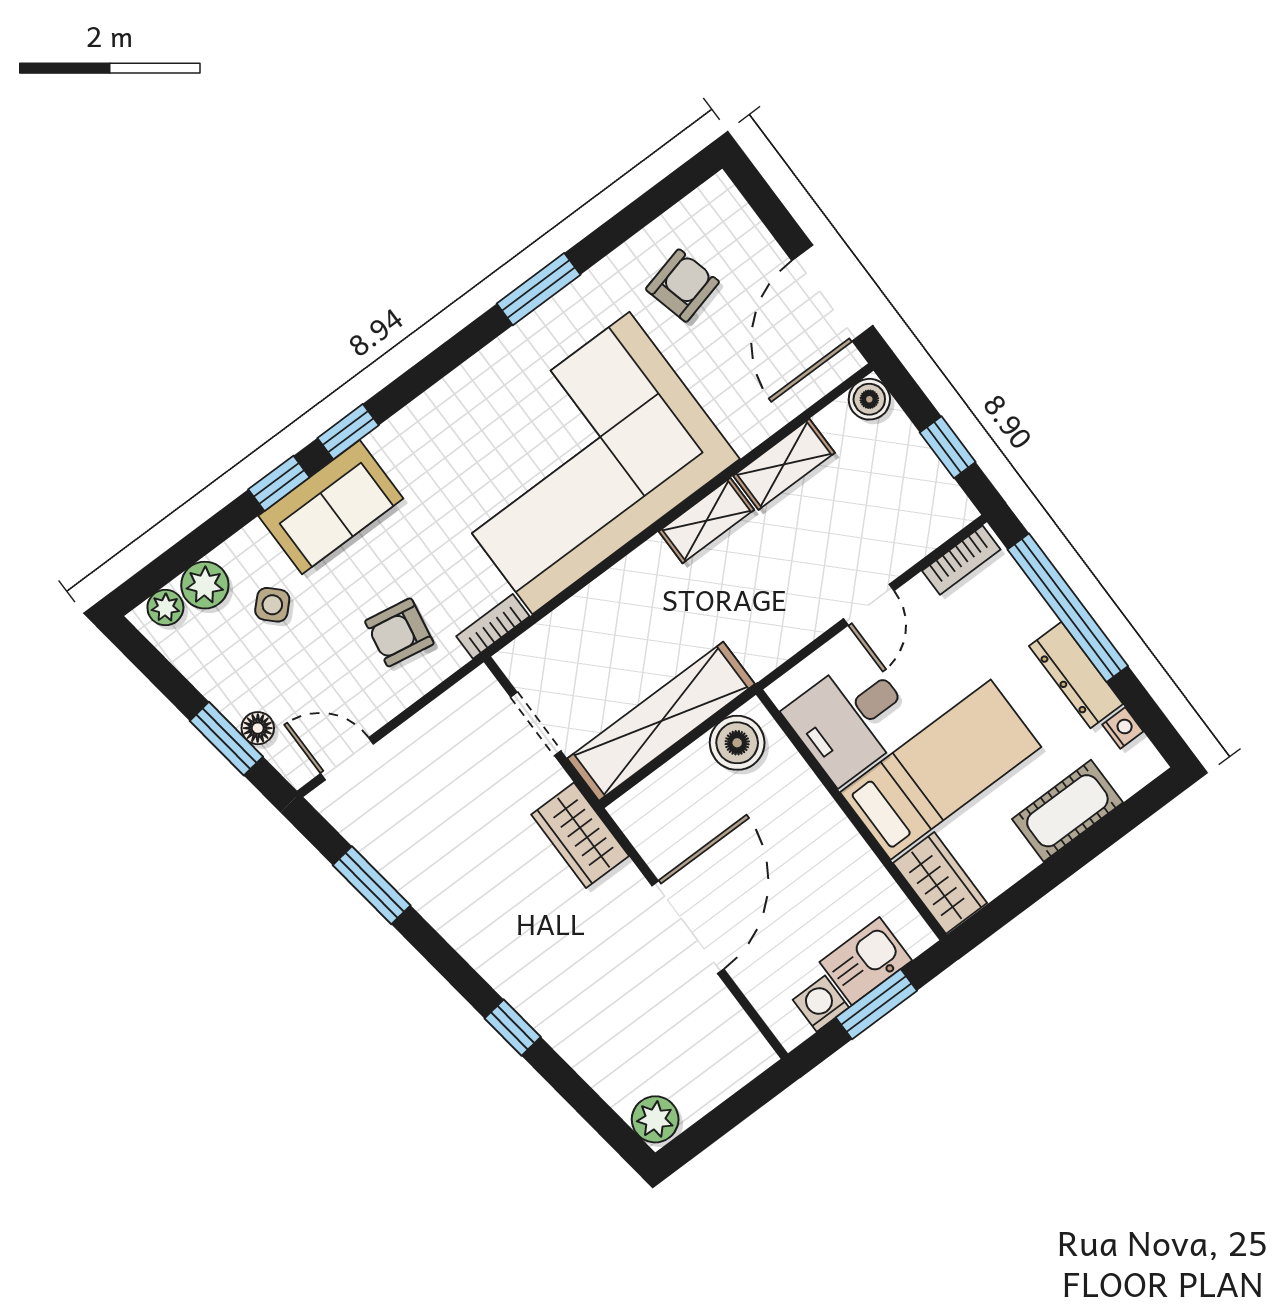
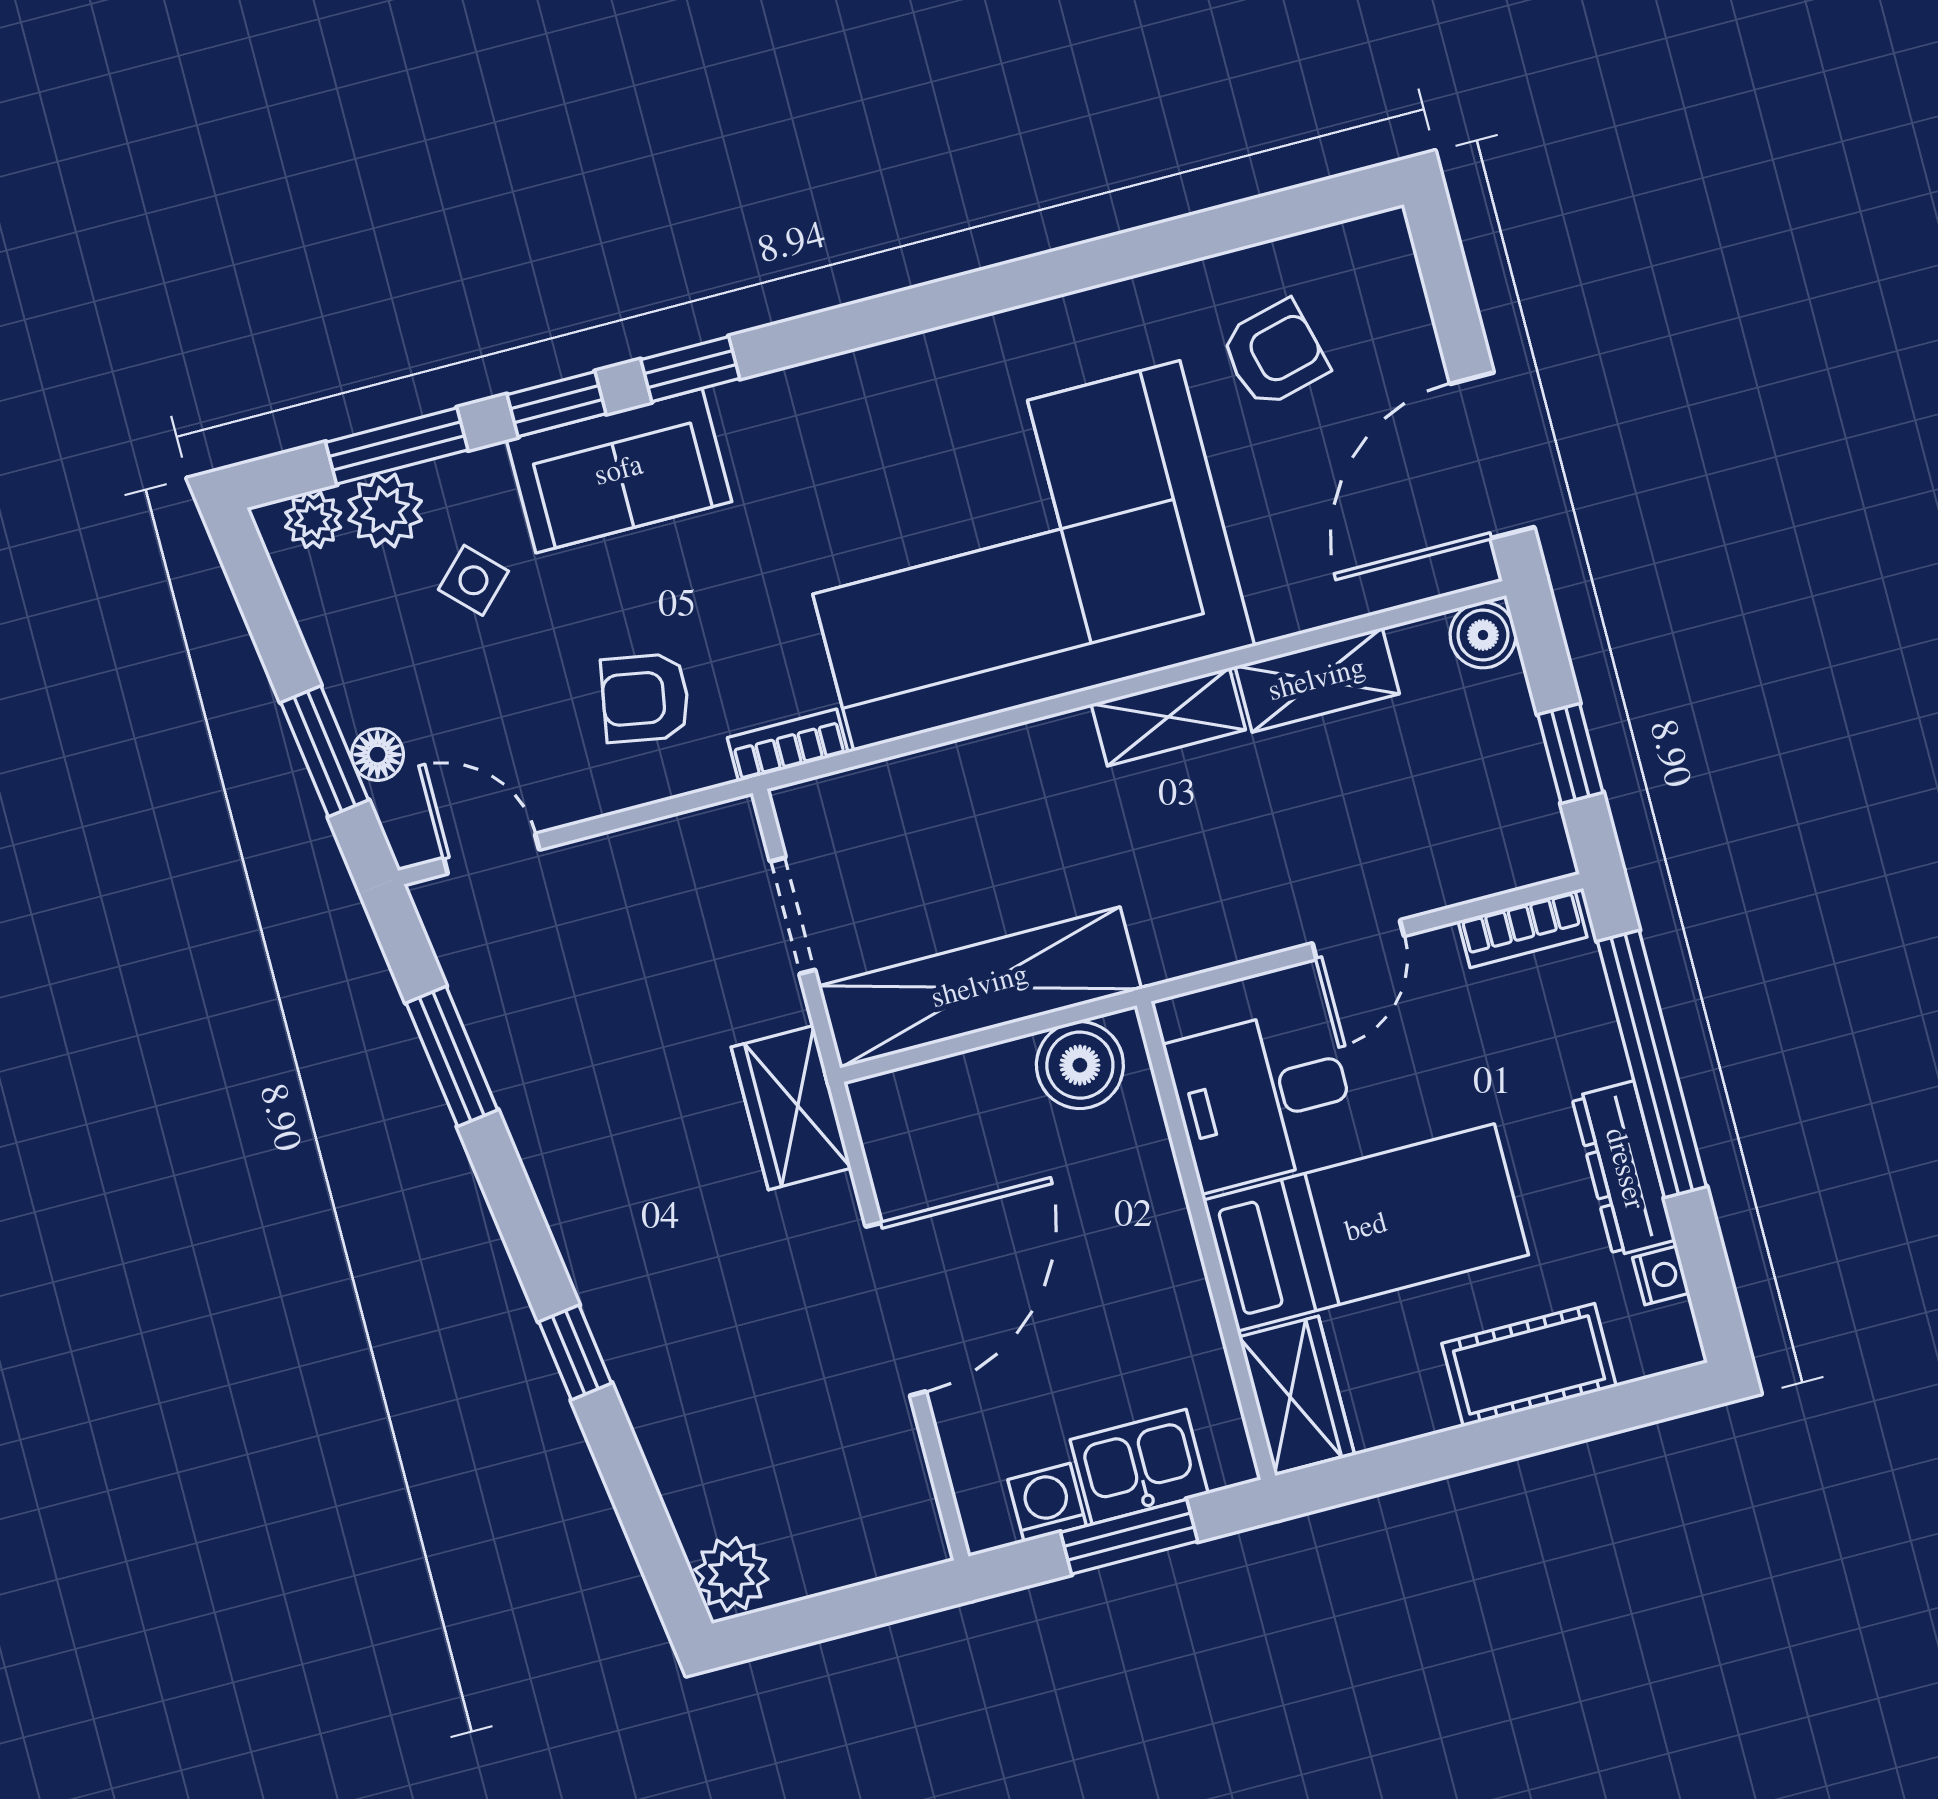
window: (539, 289) -> (397, 446), moved

